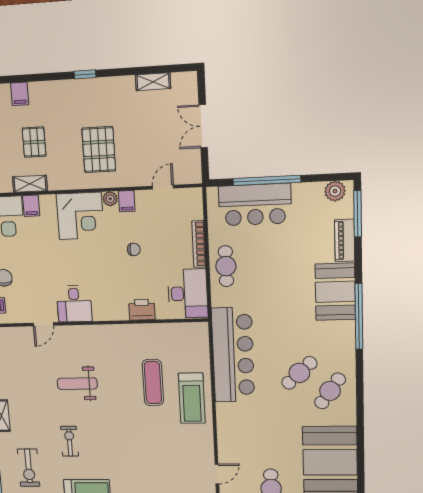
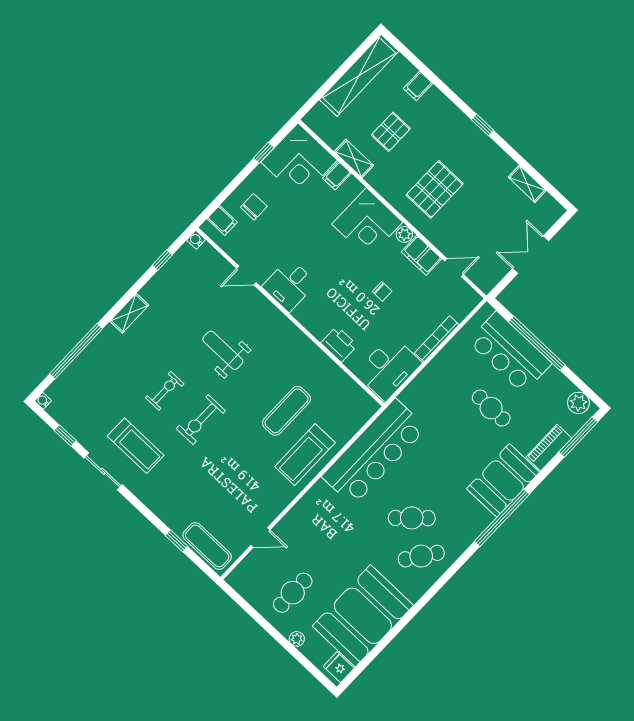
filing cabinet: (127, 201) -> (421, 255), width x2.00
cafe table: (226, 266) -> (491, 408), moved, turned 90
exercise bike: (29, 468) -> (201, 420), moved

